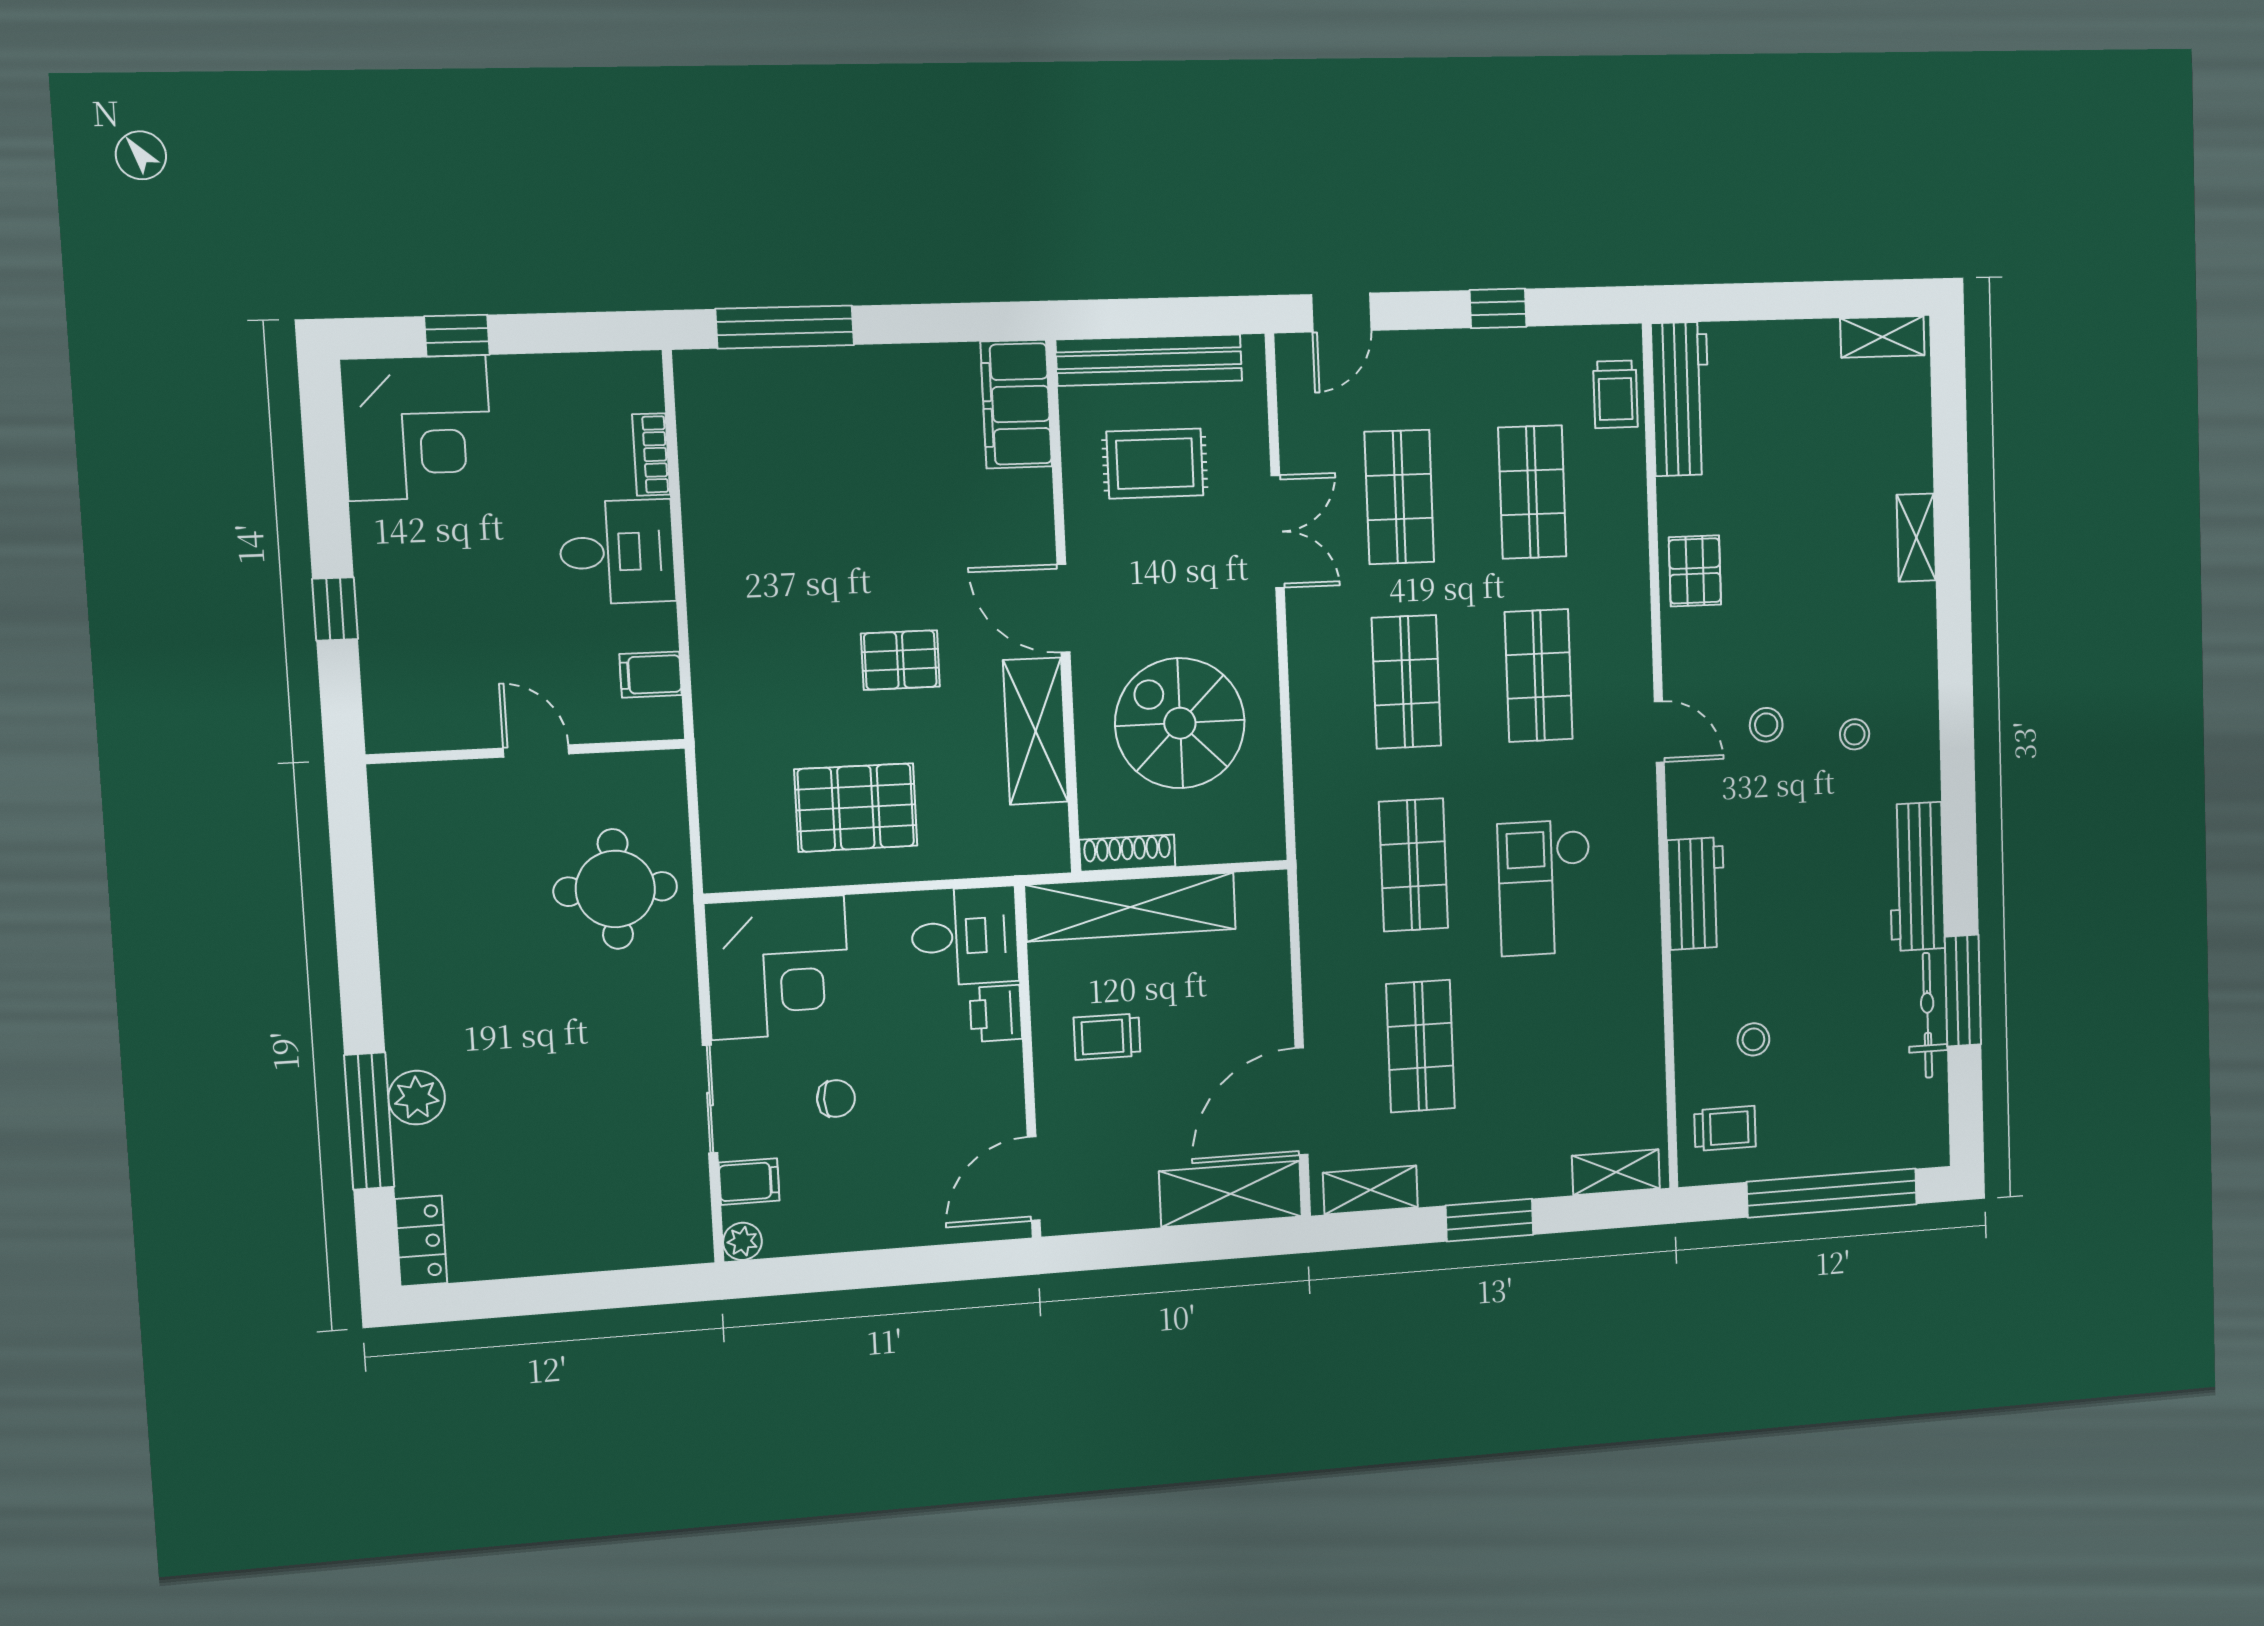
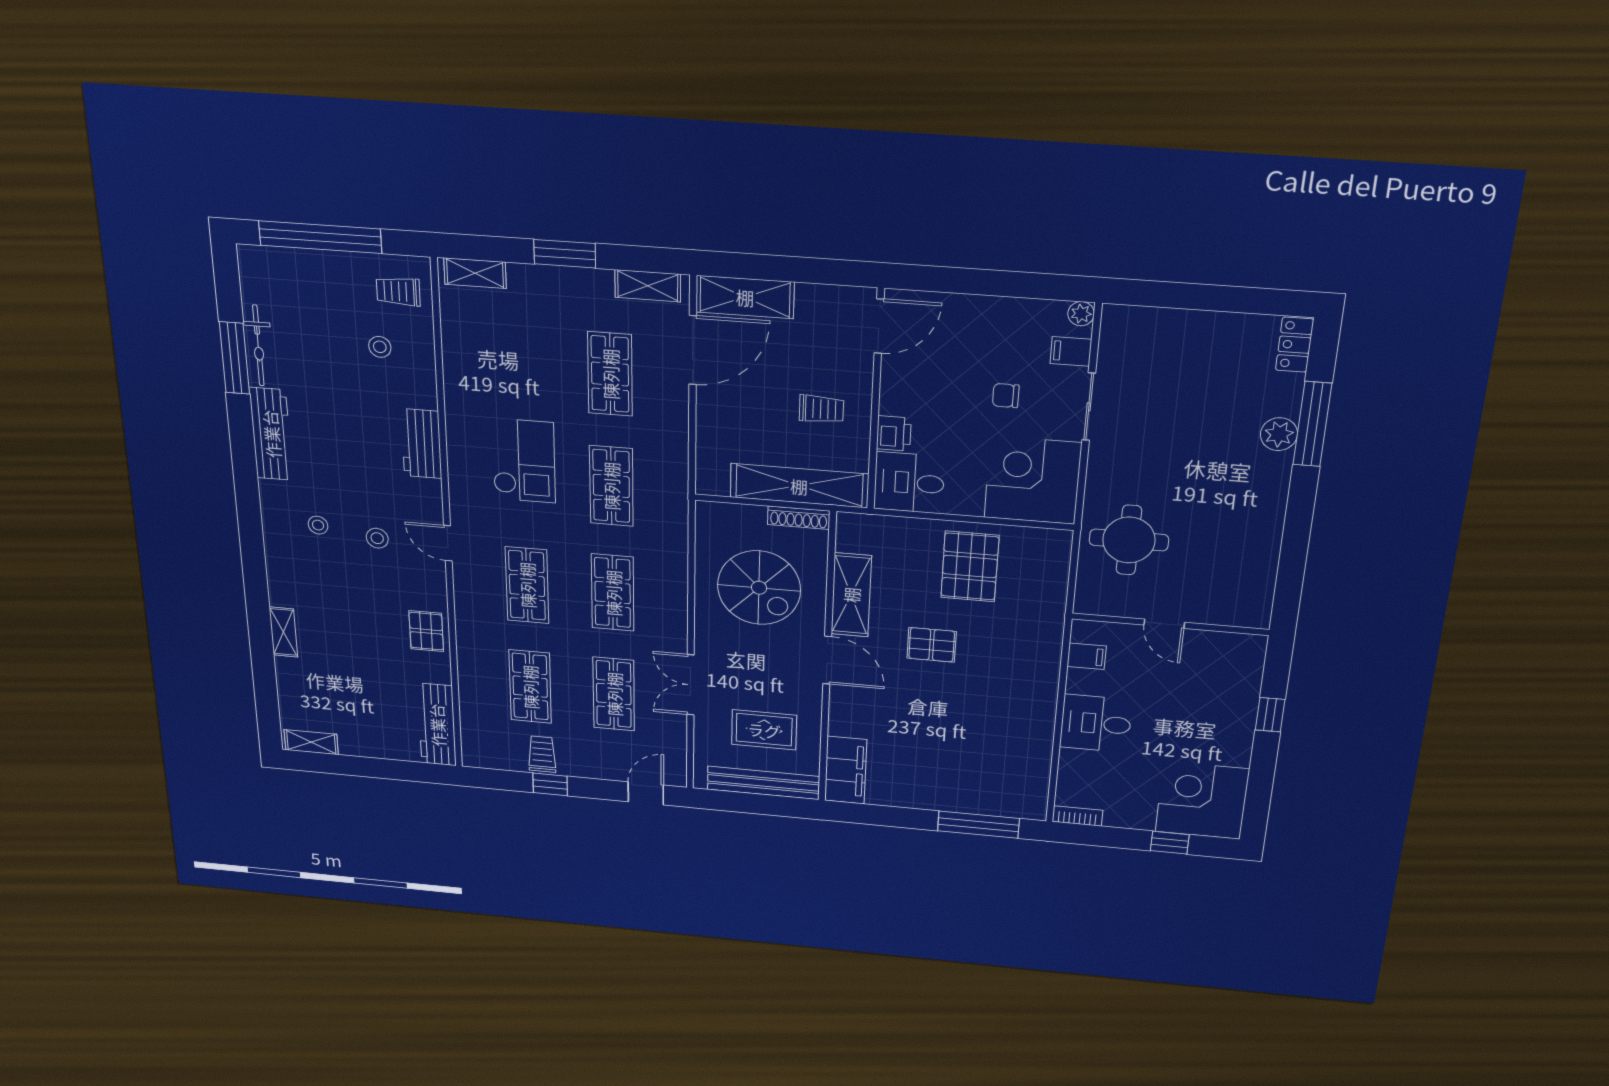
trolley: (1615, 394) -> (542, 754), moved
bookcase: (651, 455) -> (1077, 816), moved, turned -90
pallet: (856, 808) -> (970, 567), turned 90

